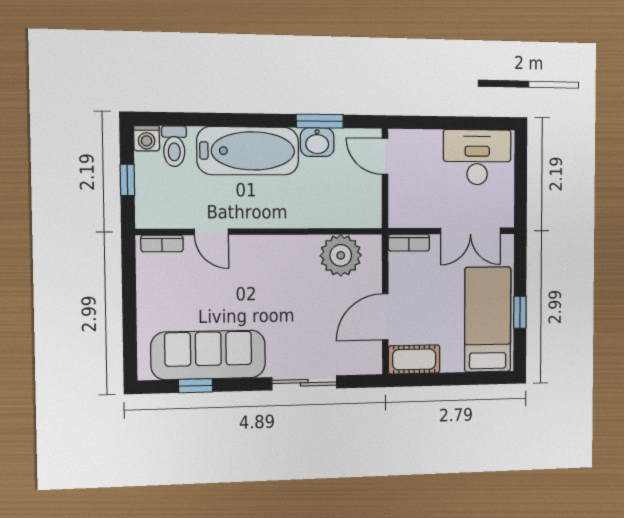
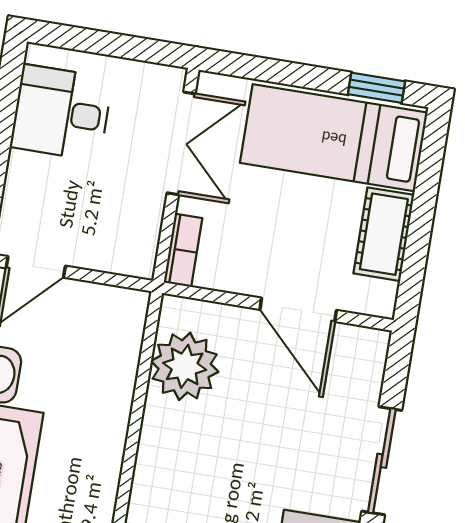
desk: (477, 157) -> (61, 113), width x0.73
window: (520, 312) -> (377, 88), moved
cot: (414, 359) -> (384, 234), moved

